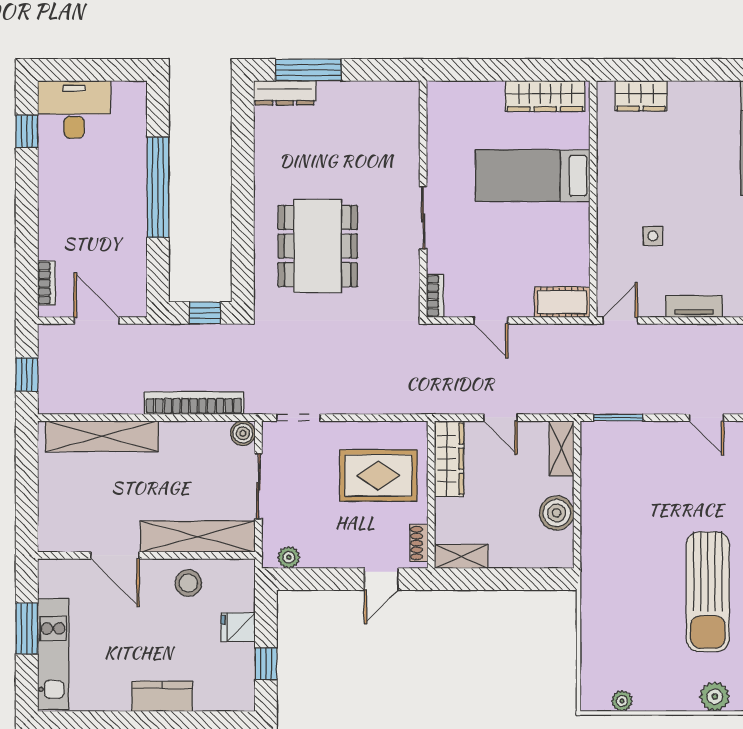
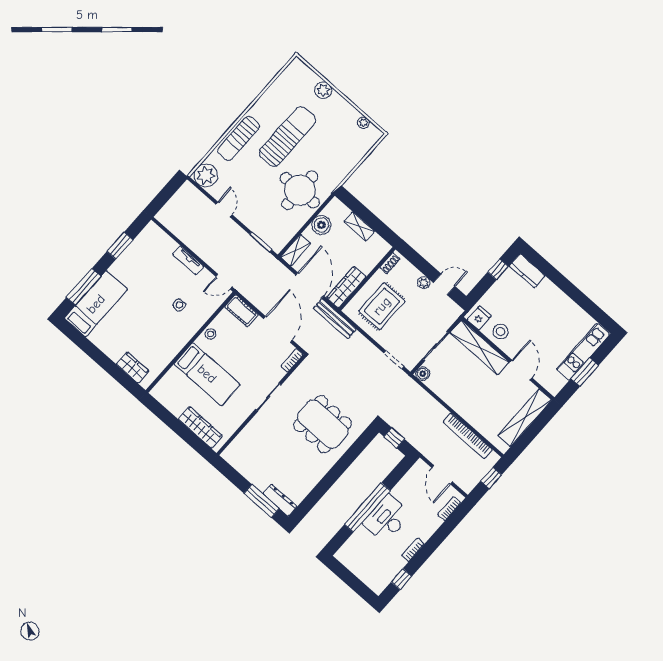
wardrobe: (545, 96) -> (200, 427), moved
desk: (74, 109) -> (387, 519), moved, turned 90
bookcase: (46, 185) -> (413, 550), added
stool: (576, 234) -> (211, 334), added
dining table: (318, 246) -> (323, 424), turned 90
door: (491, 320) -> (278, 329), width x1.88
bookcase: (194, 403) -> (468, 436), moved
bench: (427, 403) -> (335, 319), added
door: (500, 418) -> (310, 285), width x1.88
shelving: (102, 436) -> (525, 418), moved, turned 90
rug: (378, 475) -> (382, 306), turned 90
round table: (627, 534) -> (300, 190), added
shelving: (461, 556) -> (359, 226), moved
plant: (289, 557) -> (424, 283), moved
door: (381, 579) -> (444, 284), moved
fridge: (238, 627) -> (479, 318), moved, turned -90
kitchen counter: (162, 696) -> (527, 271), moved

